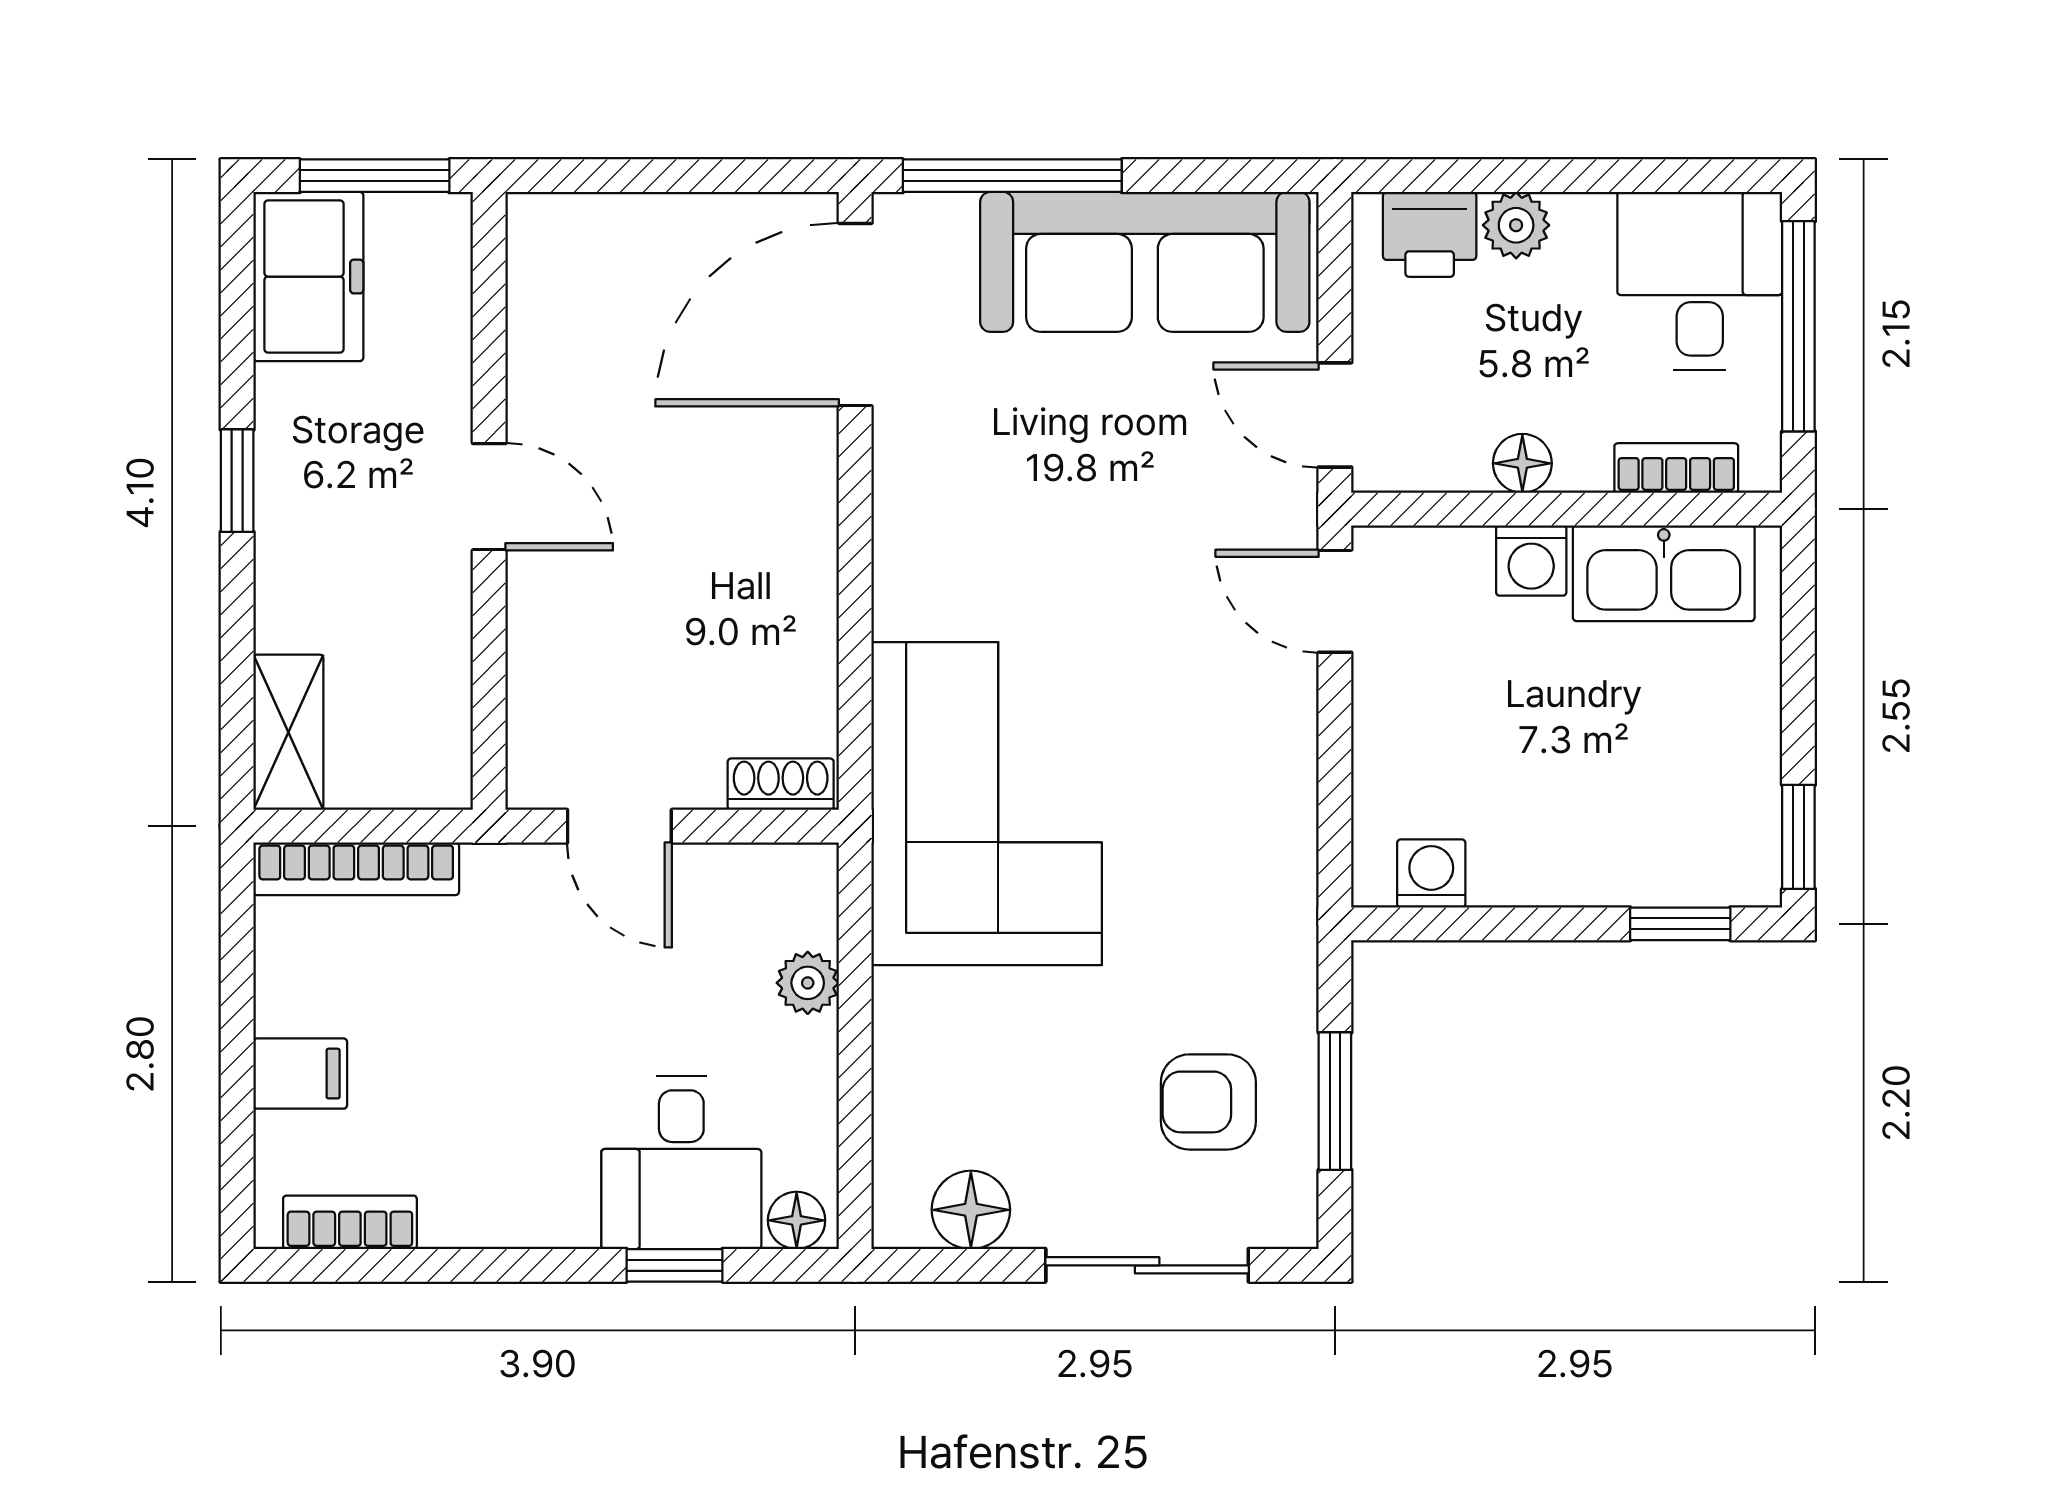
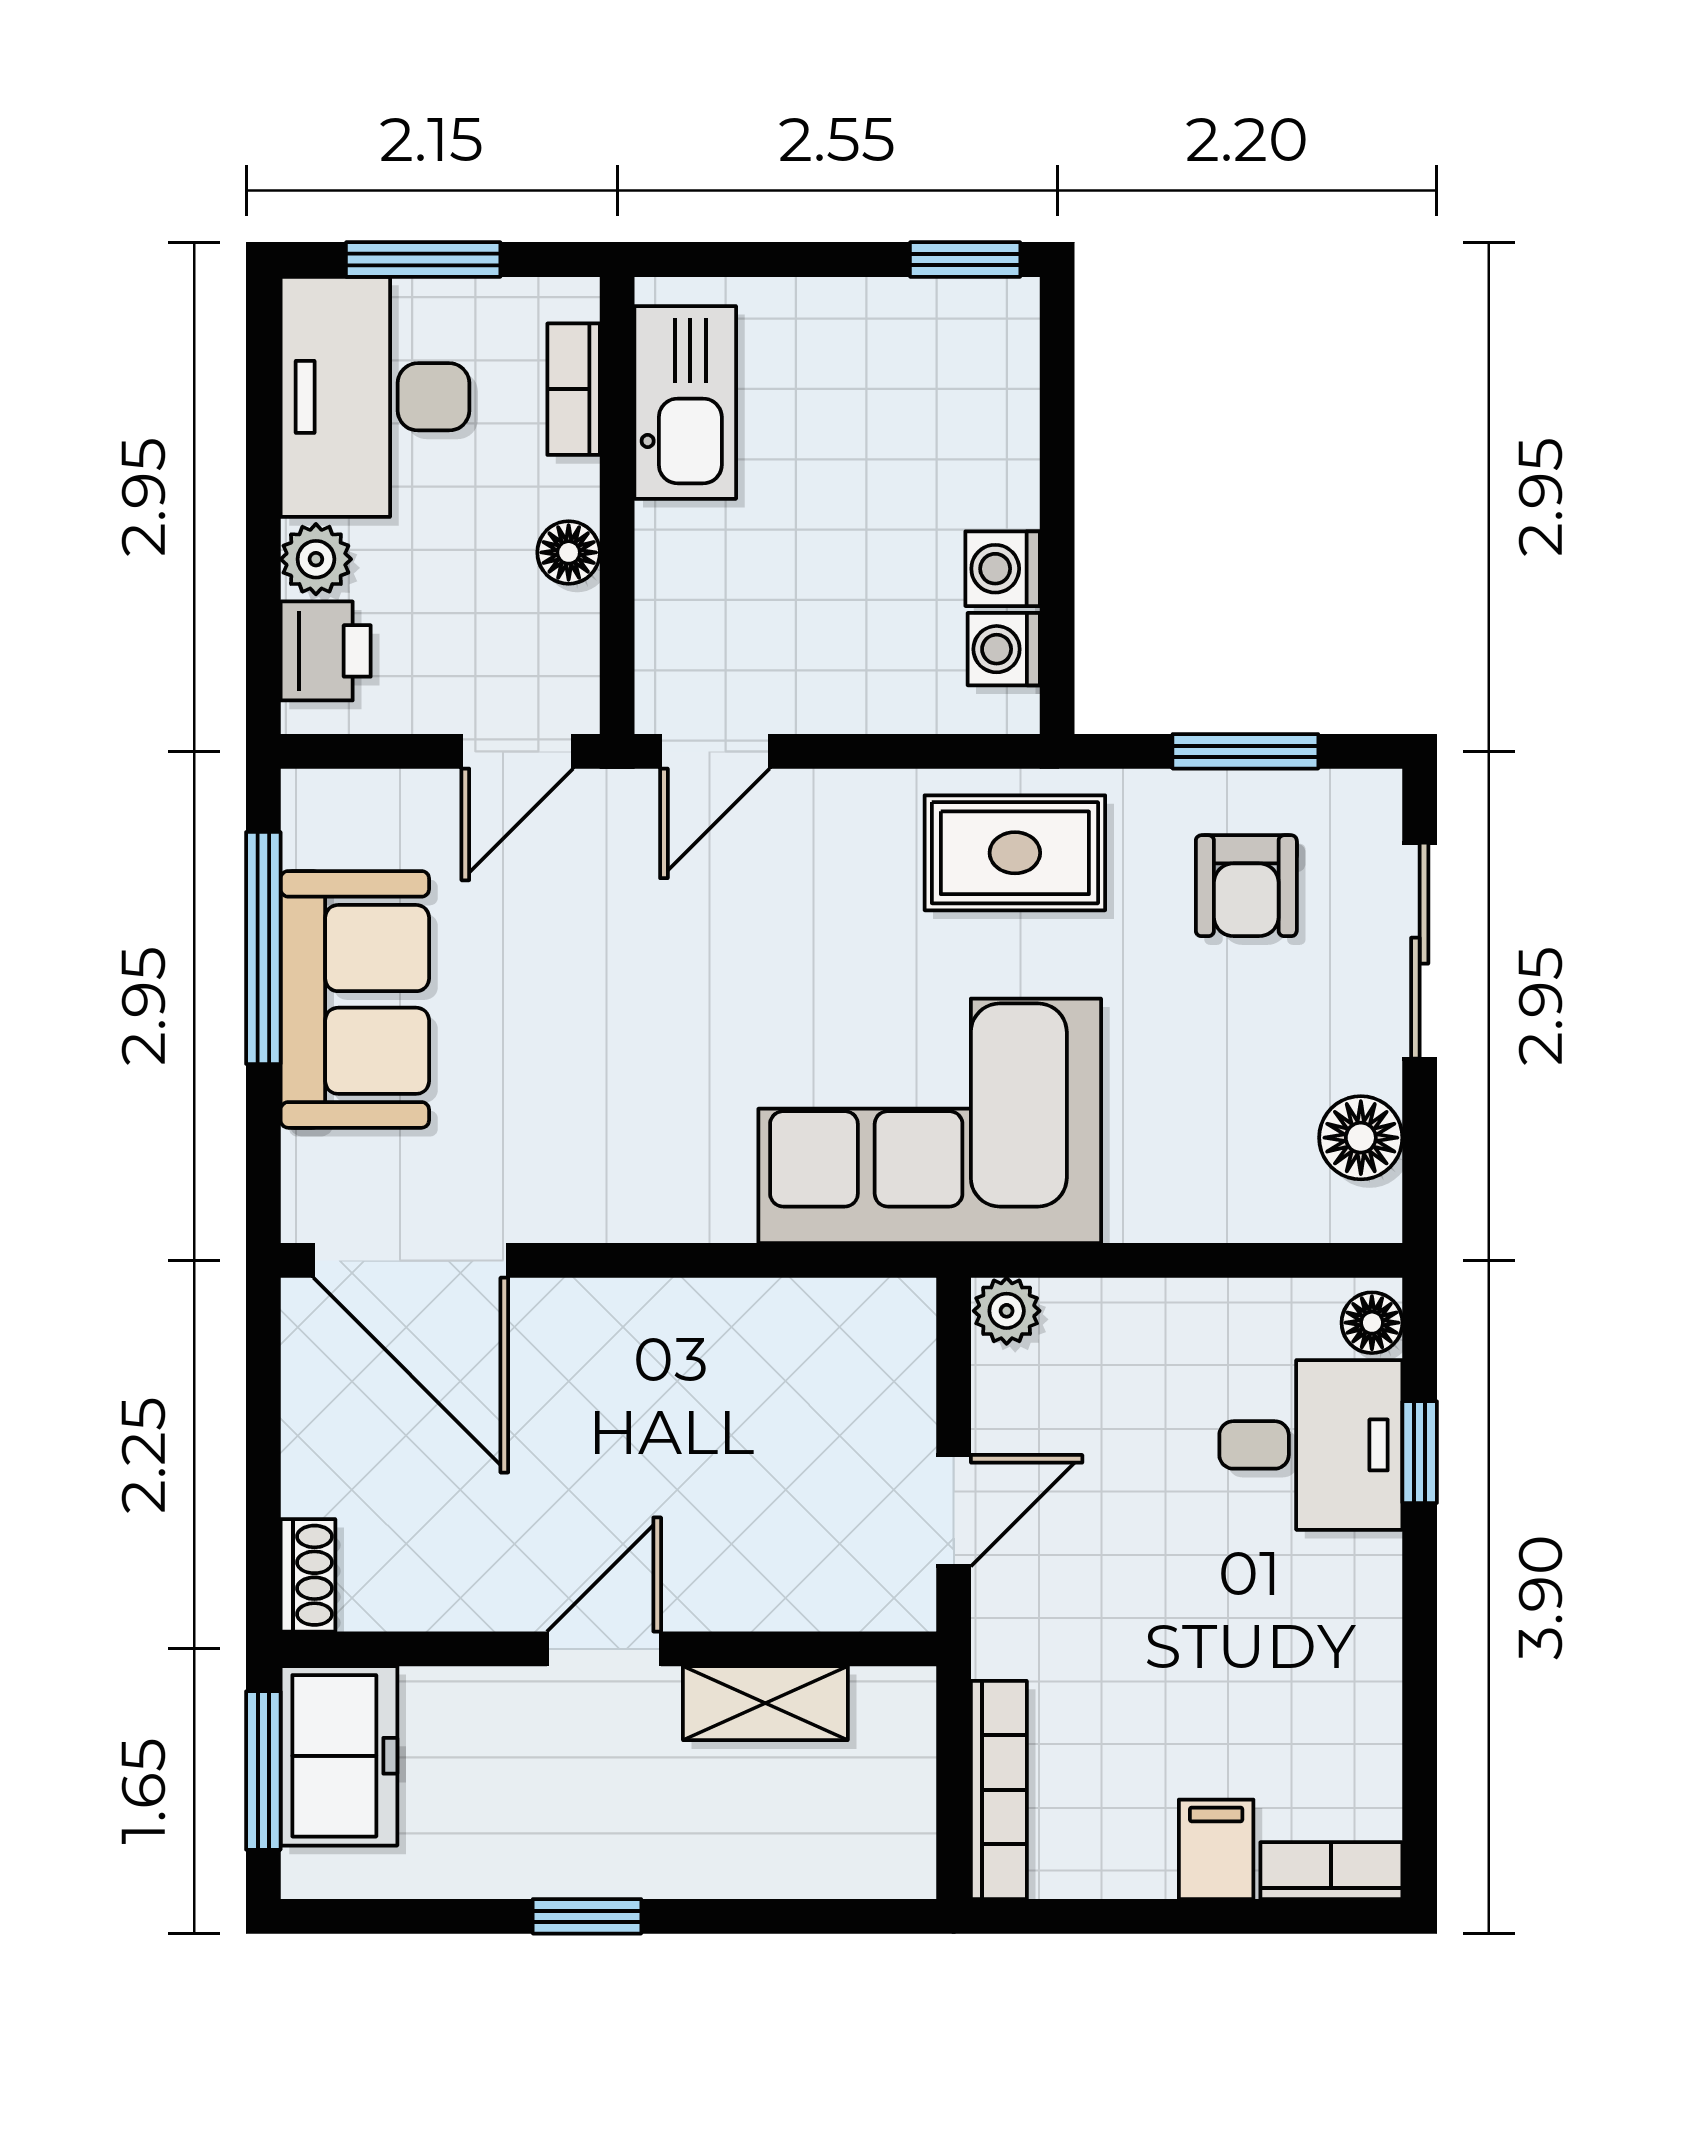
window: (1012, 176) -> (263, 948), moved
sofa: (1145, 262) -> (355, 999), width x0.73
freezer: (308, 277) -> (339, 1756), moved, turned 90
desk: (1700, 281) -> (375, 397), width x1.37
window: (1798, 326) -> (423, 259), width x0.69
washing machine: (1531, 561) -> (1003, 569), moved, turned 180
shelving: (288, 732) -> (765, 1703), moved
shoe rack: (781, 784) -> (308, 1575), moved, turned 180
rug: (1239, 884) -> (1015, 853), added
window: (1680, 924) -> (1057, 385), removed
plant: (808, 983) -> (1007, 1311), moved
bookcase: (350, 1222) -> (1331, 1871), moved, turned 90

